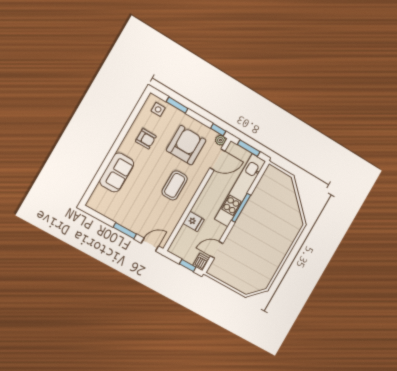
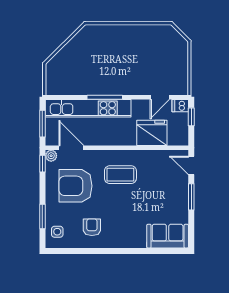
sofa: (117, 172) -> (168, 236), moved
fridge: (194, 222) -> (152, 133), width x1.88, depth x1.34
door: (217, 250) -> (160, 97), hinge flipped

